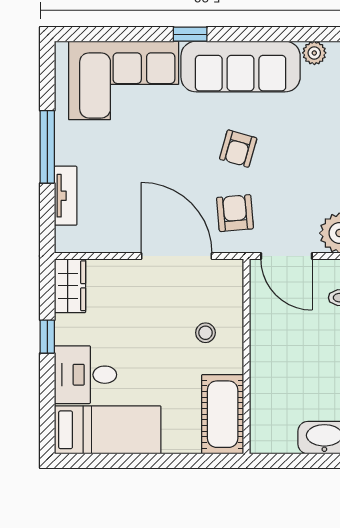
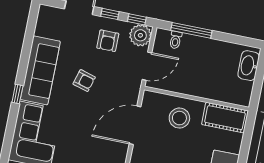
plant: (314, 53) -> (41, 29), removed
armchair: (235, 213) -> (108, 41), moved, turned -85
stool: (205, 333) -> (179, 118), width x1.89, depth x1.89

